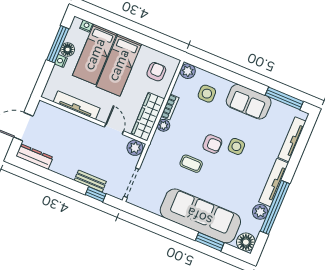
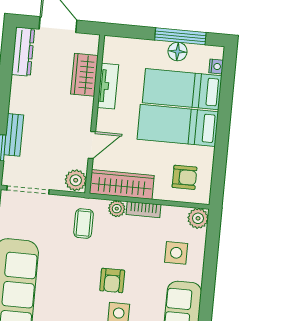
nightstand: (61, 61) -> (160, 47), removed
tv unit: (77, 105) -> (108, 86), width x0.71
wardrobe: (64, 119) -> (84, 75), added
coffee table: (191, 164) -> (84, 224), moved

